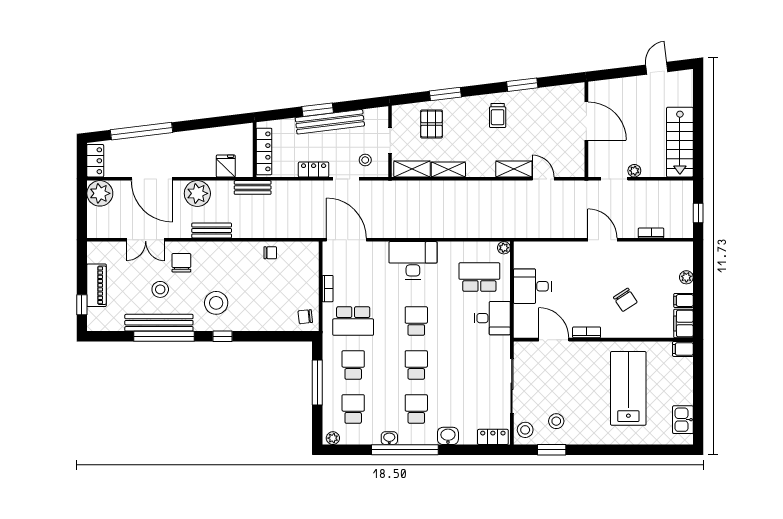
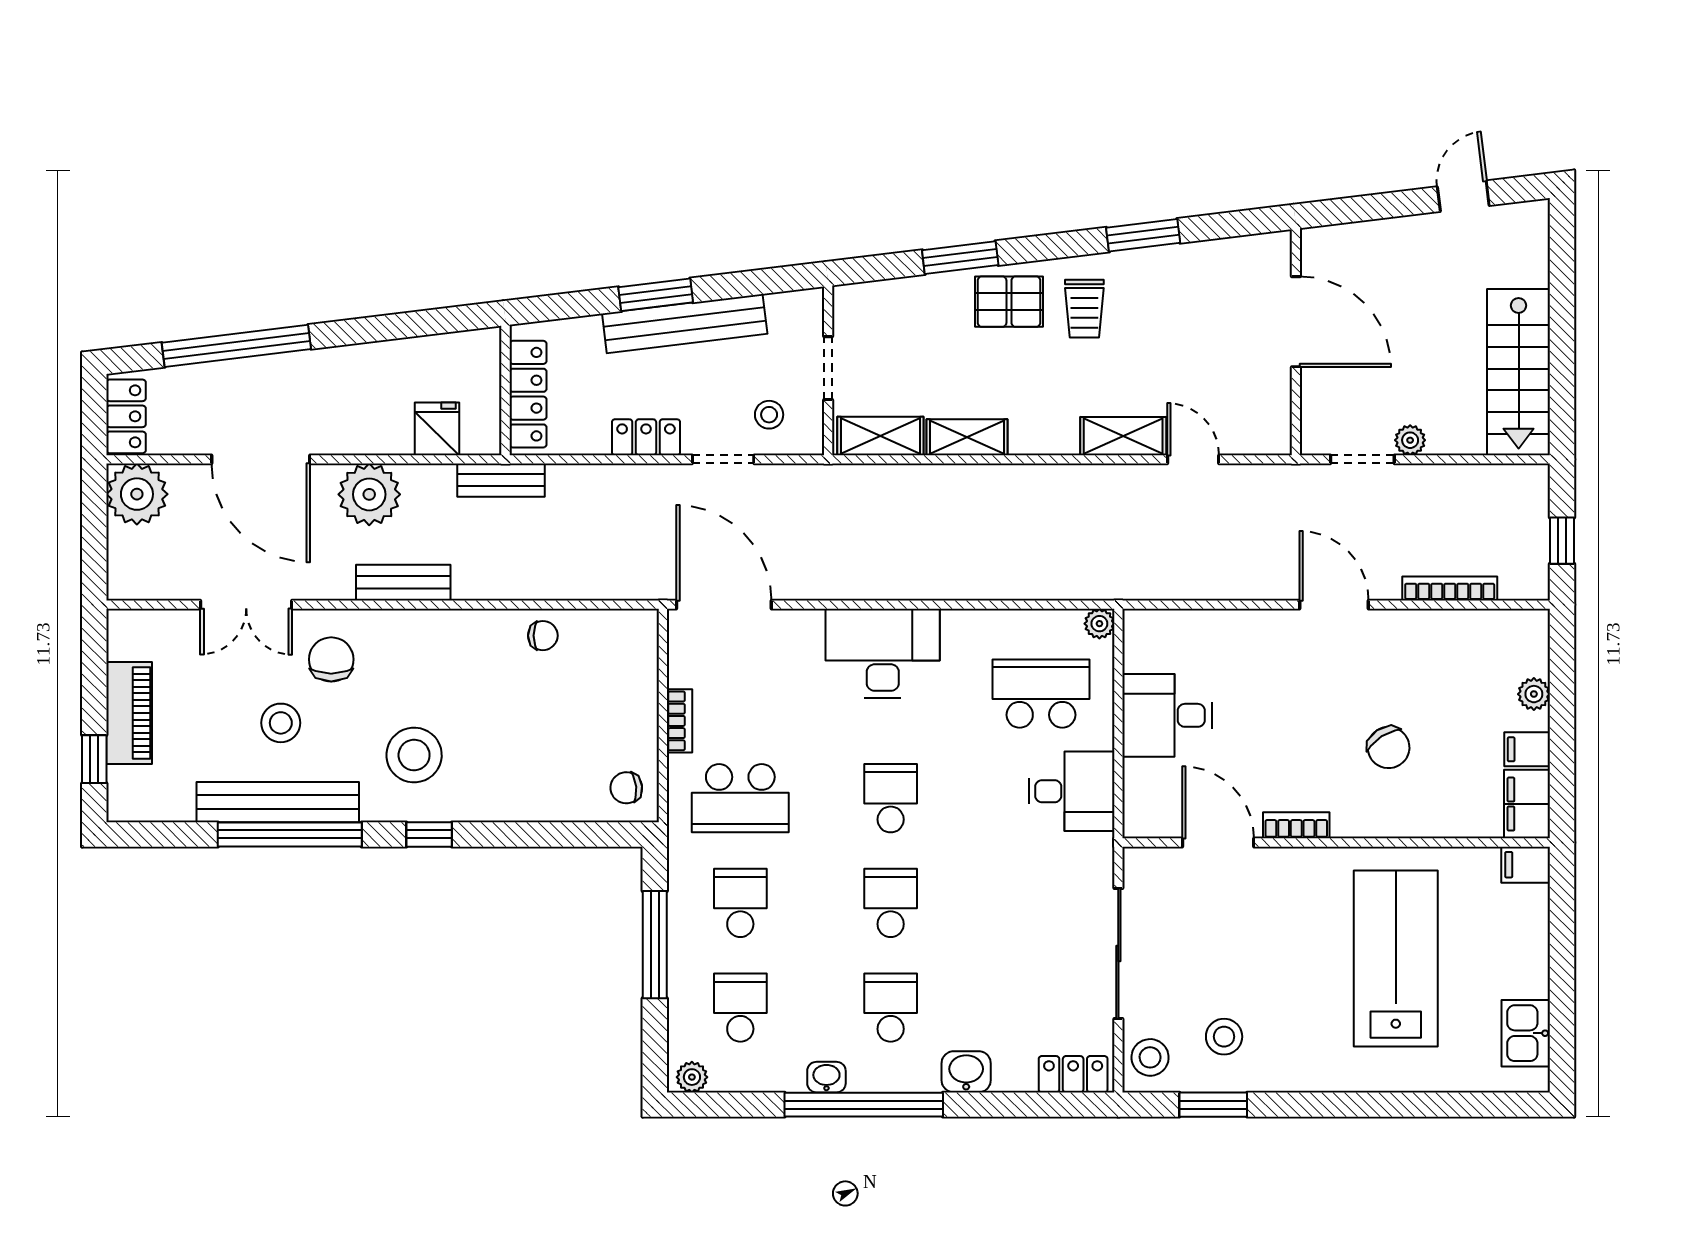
pallet: (432, 124) -> (1009, 302), moved, turned 90
bookcase: (651, 233) -> (1450, 588), width x1.56

